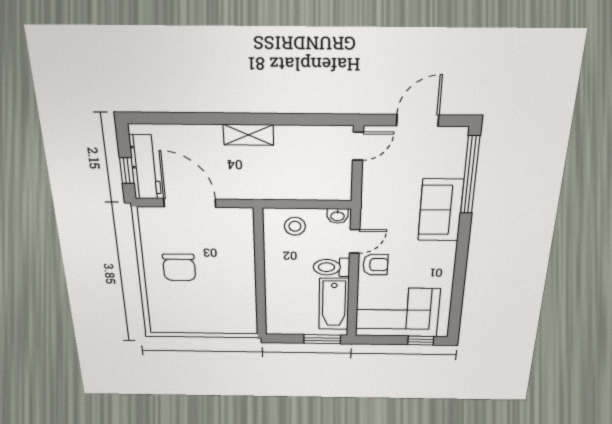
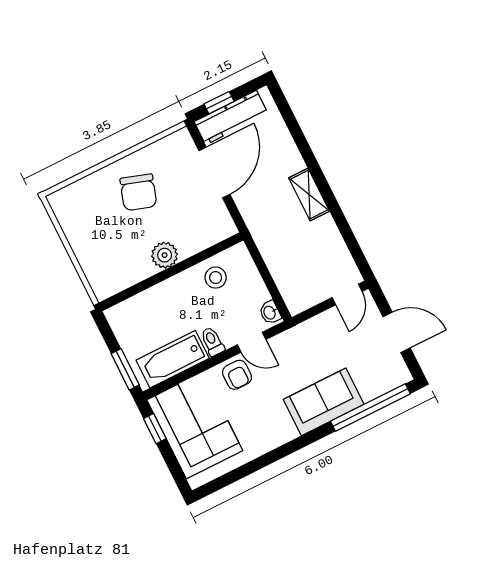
door: (358, 146) -> (347, 294), hinge flipped
stool: (295, 226) -> (216, 278), moved
chair: (179, 267) -> (138, 192), turned -72
toilet: (331, 267) -> (212, 341), width x0.73, depth x0.72
plant: (243, 272) -> (165, 255), added
window: (421, 341) -> (155, 429), moved

